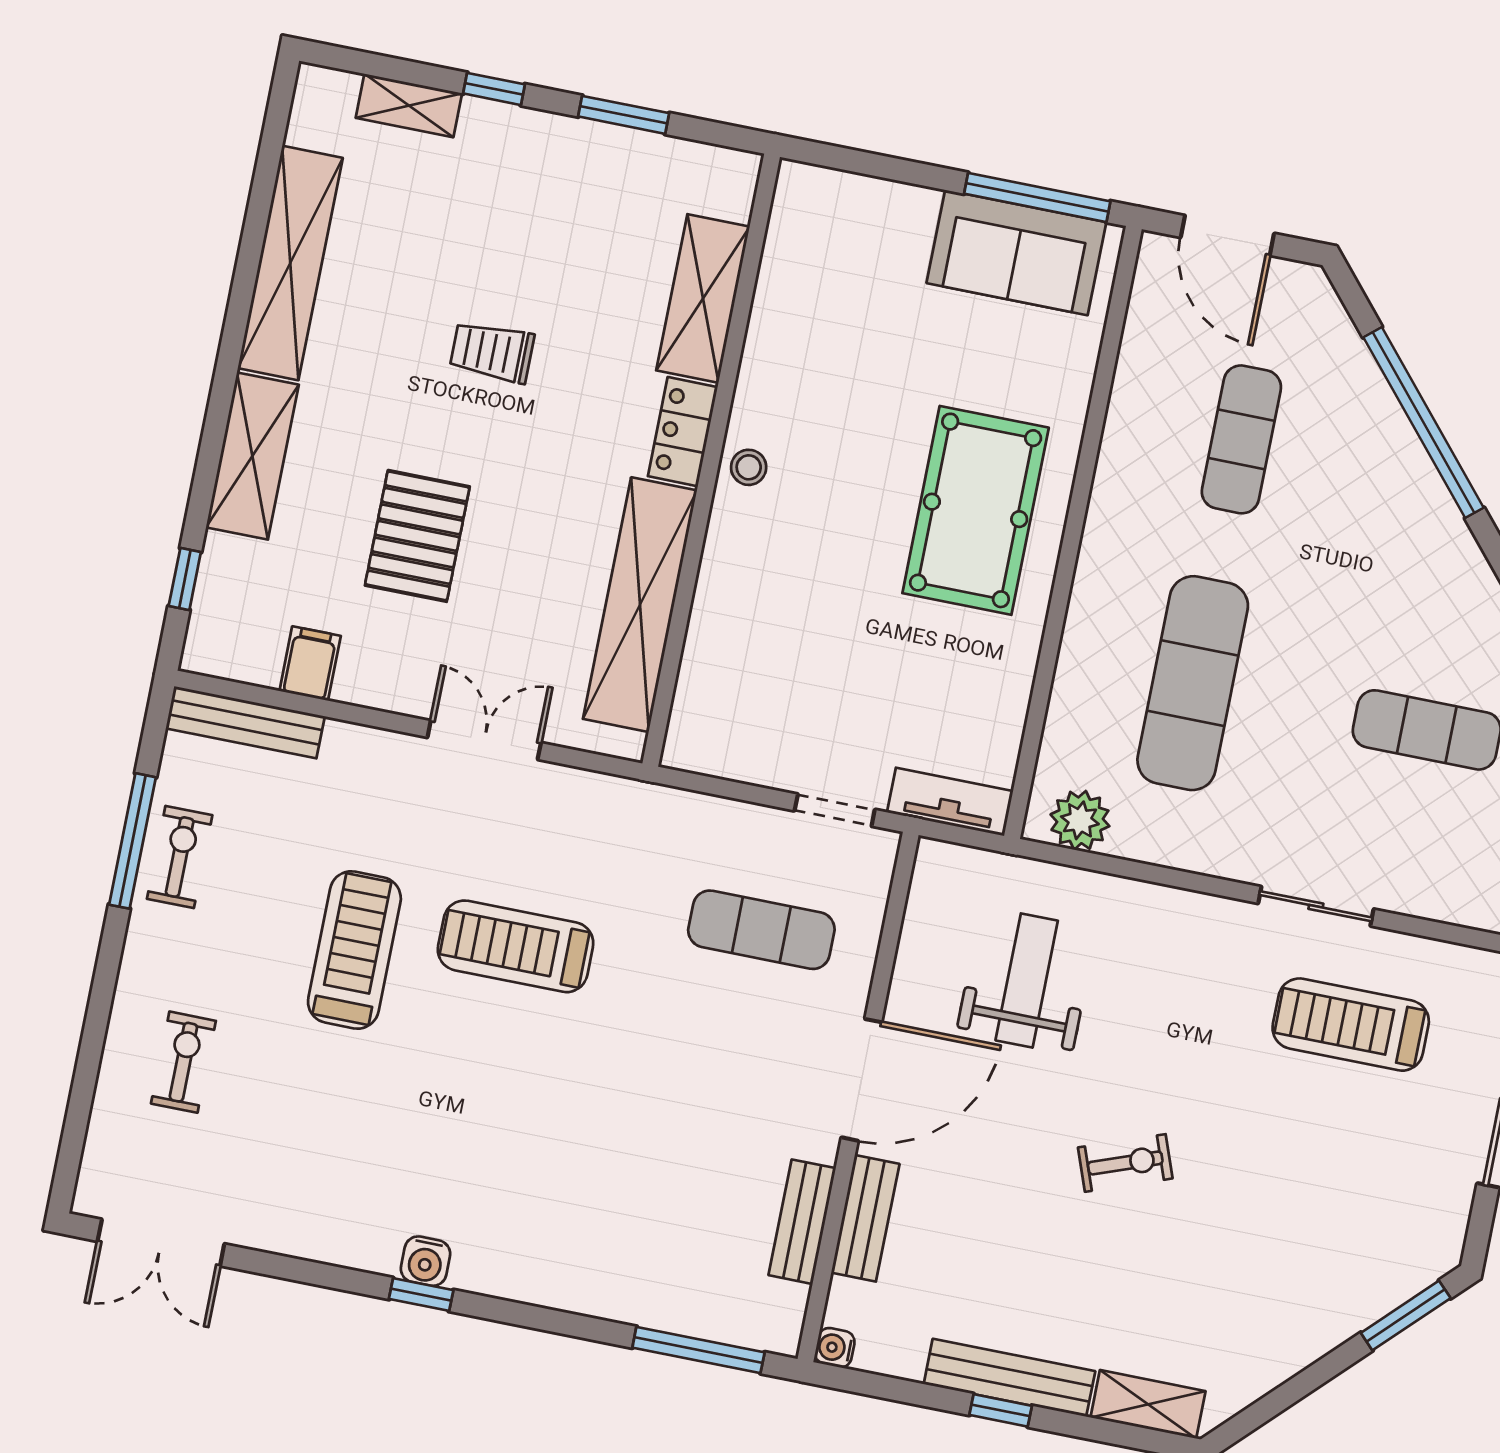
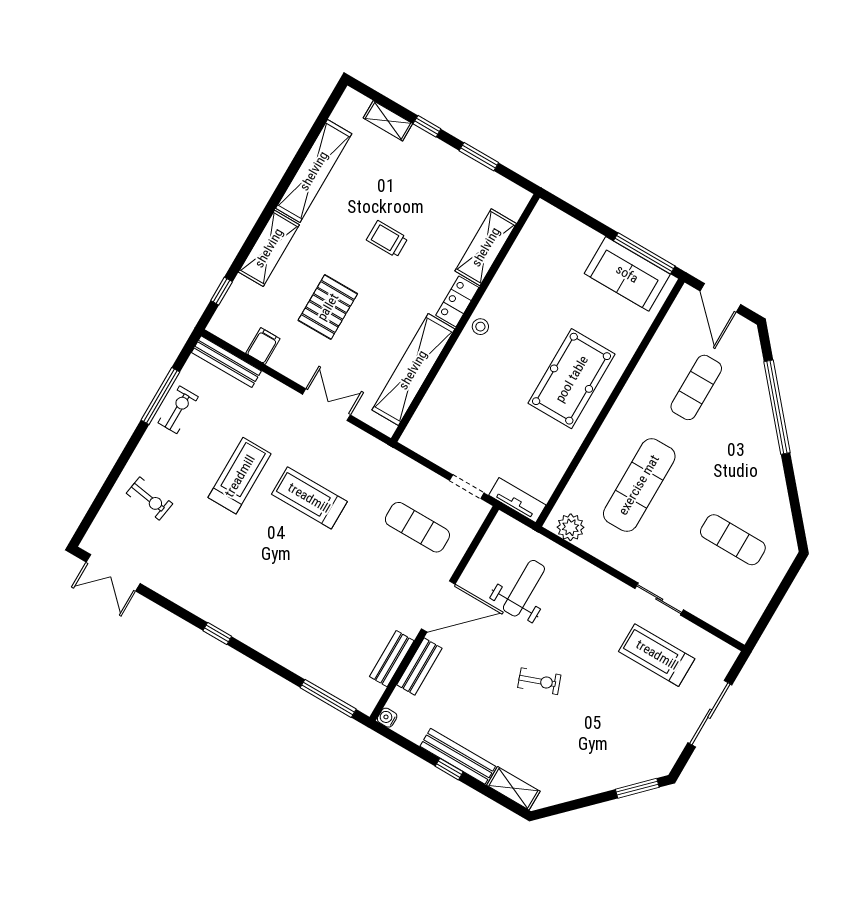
exercise bike: (183, 1062) -> (150, 499), turned 99
water cooler: (425, 1261) -> (224, 620), removed

